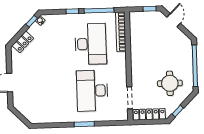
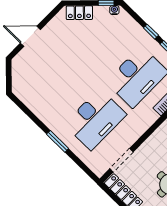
desk: (92, 91) -> (95, 119), turned 180

